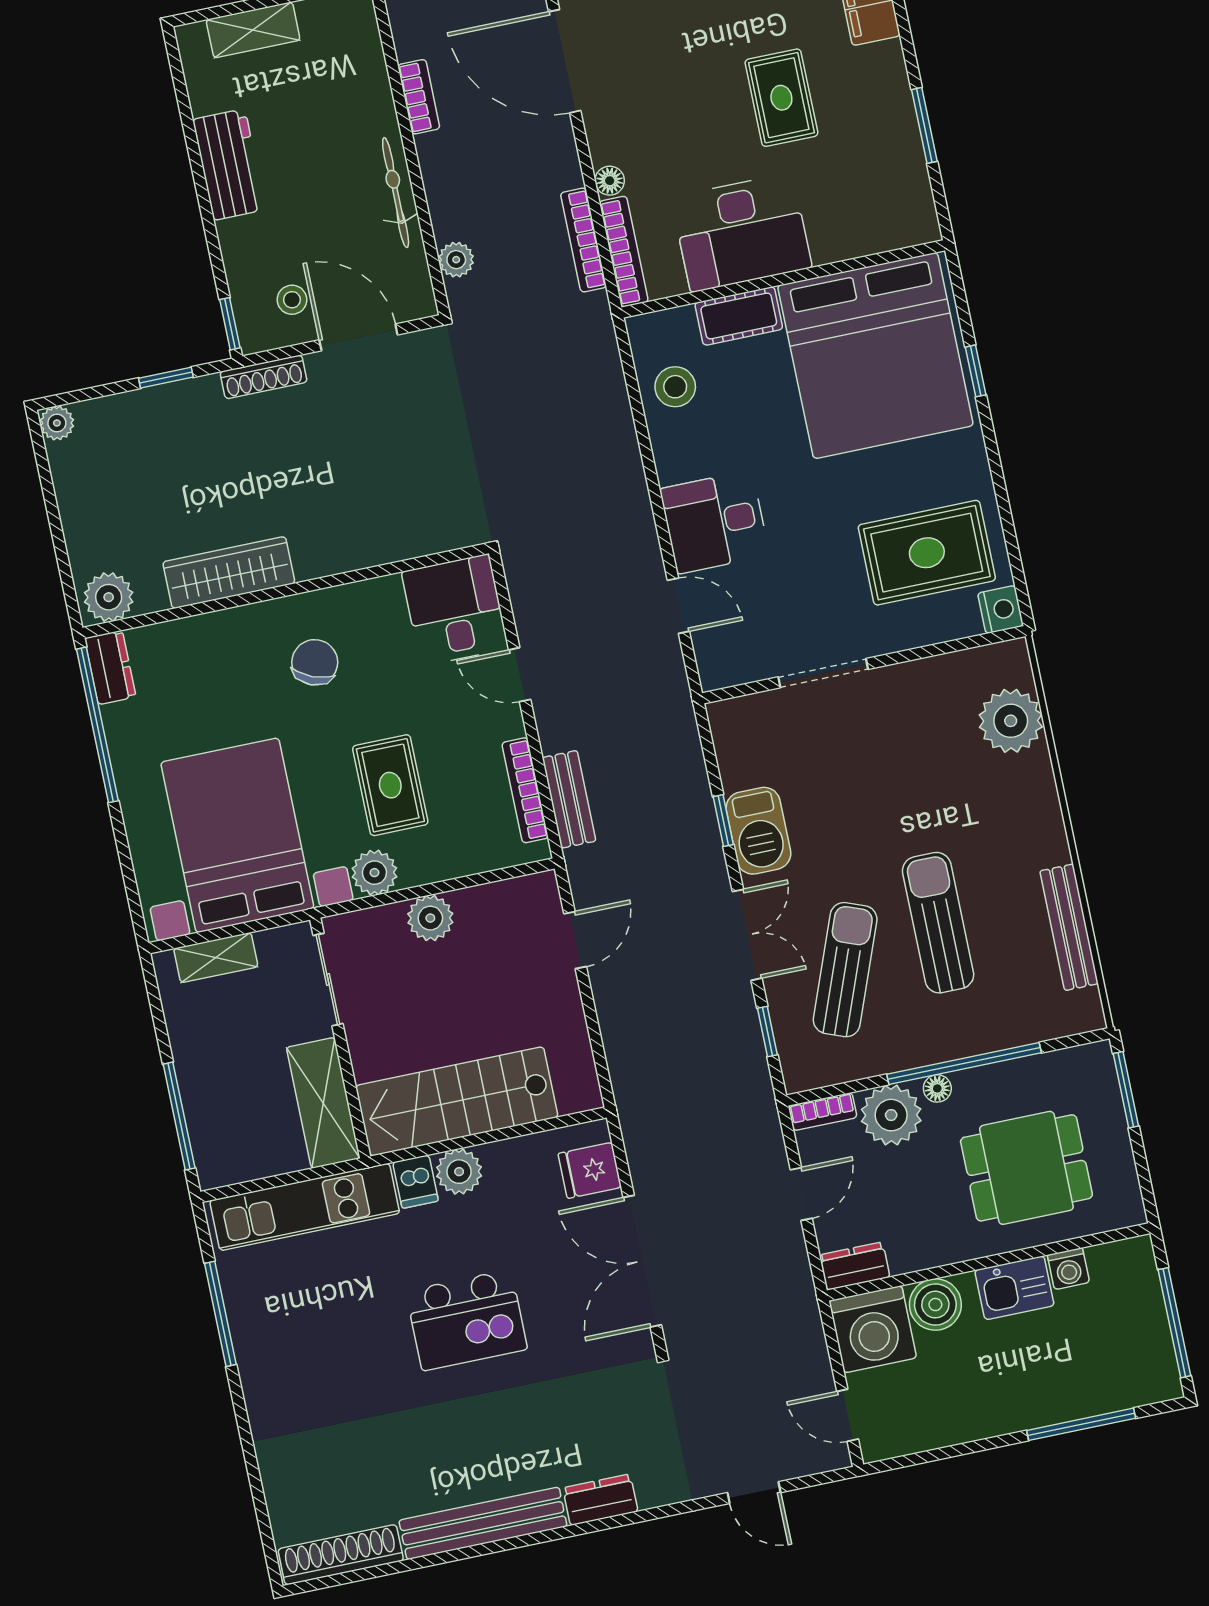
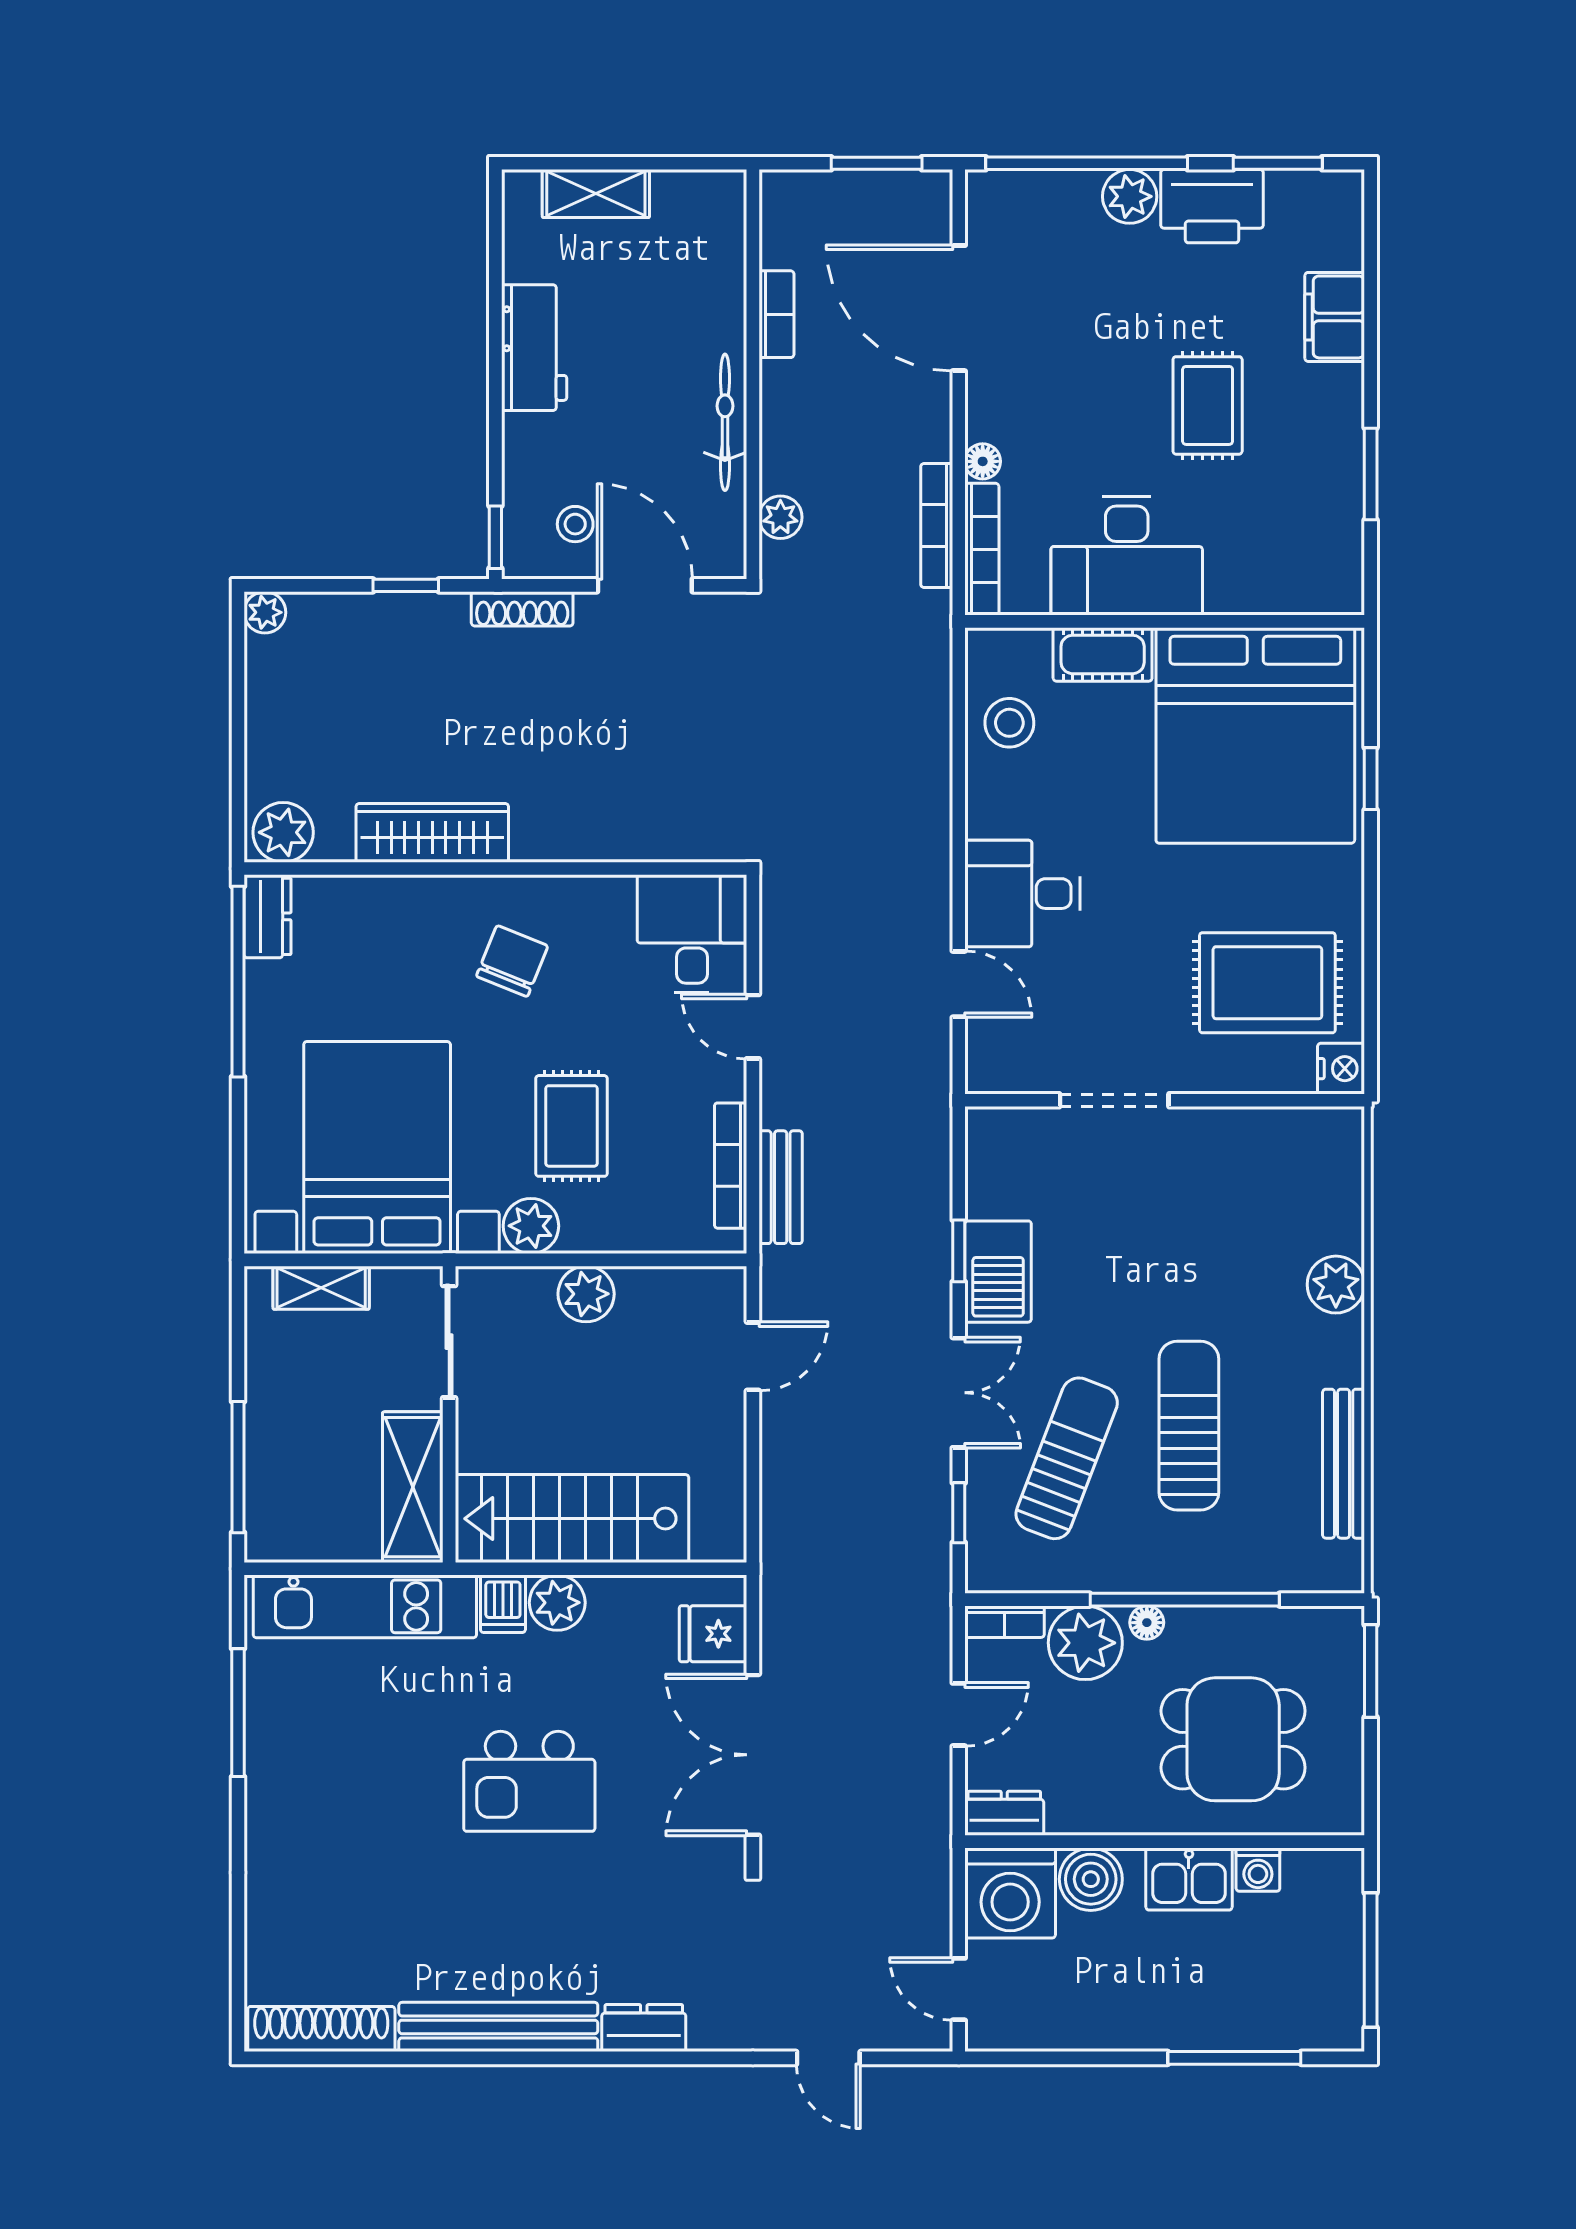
plant: (1011, 721) -> (1336, 1285), moved, width x0.73, depth x0.73

